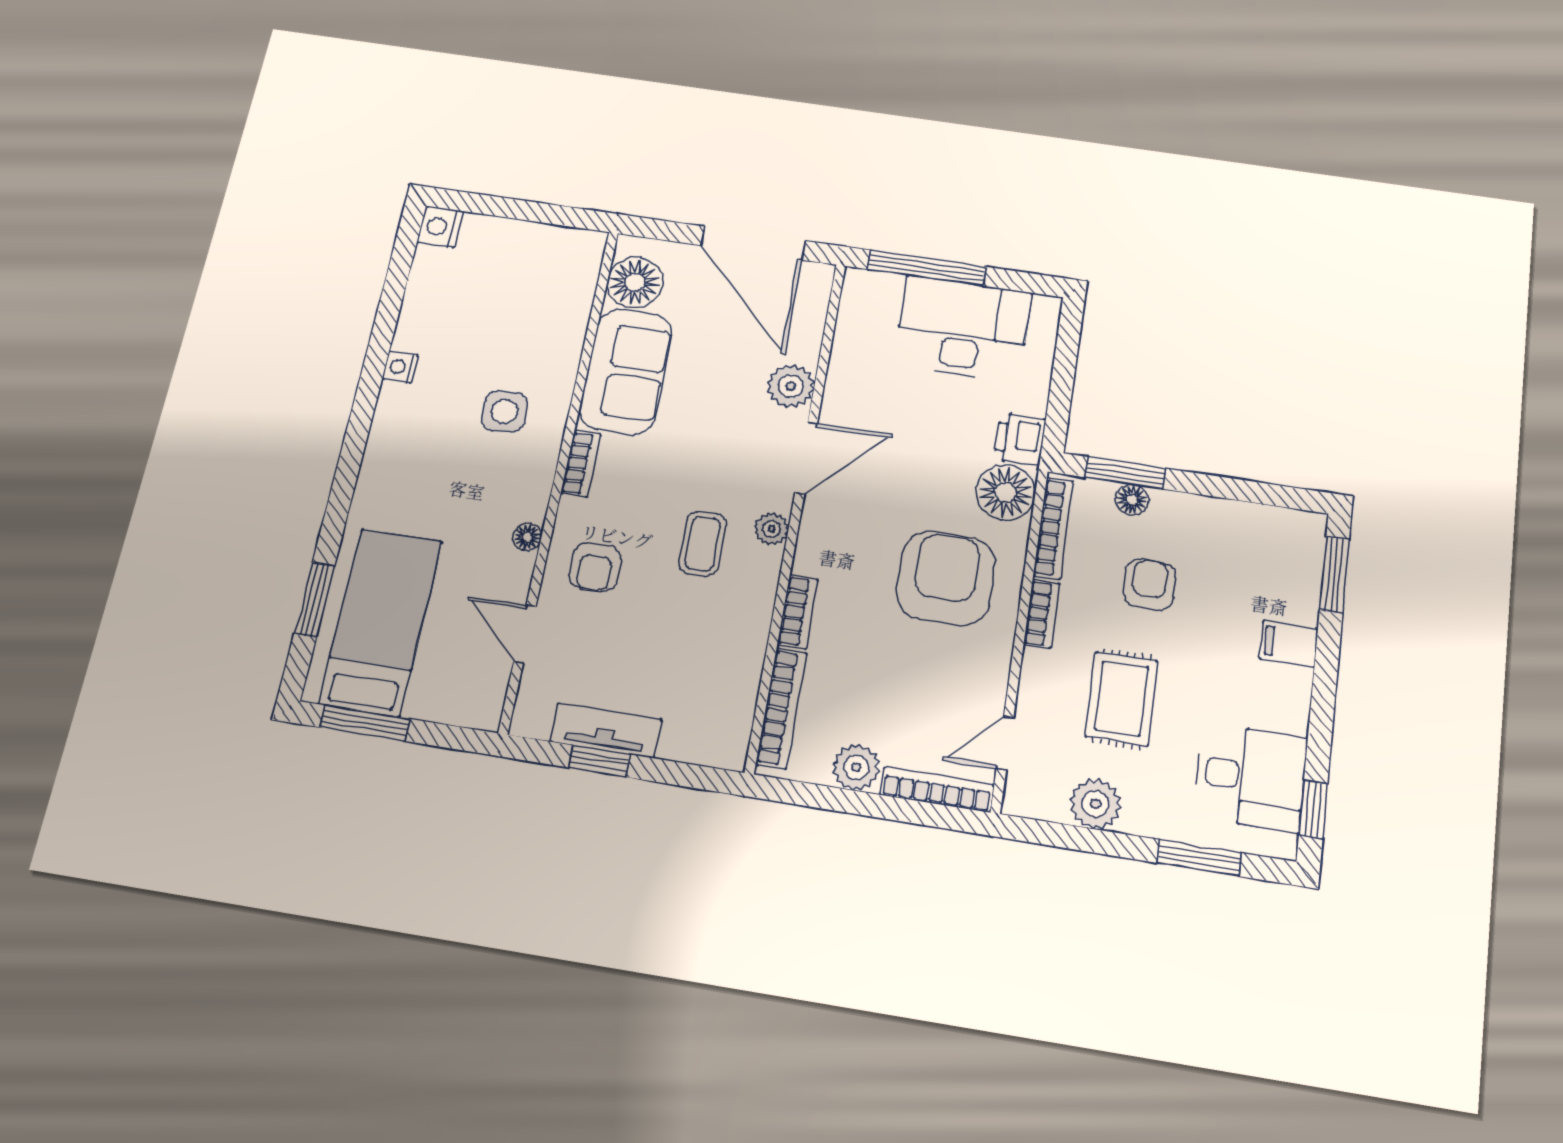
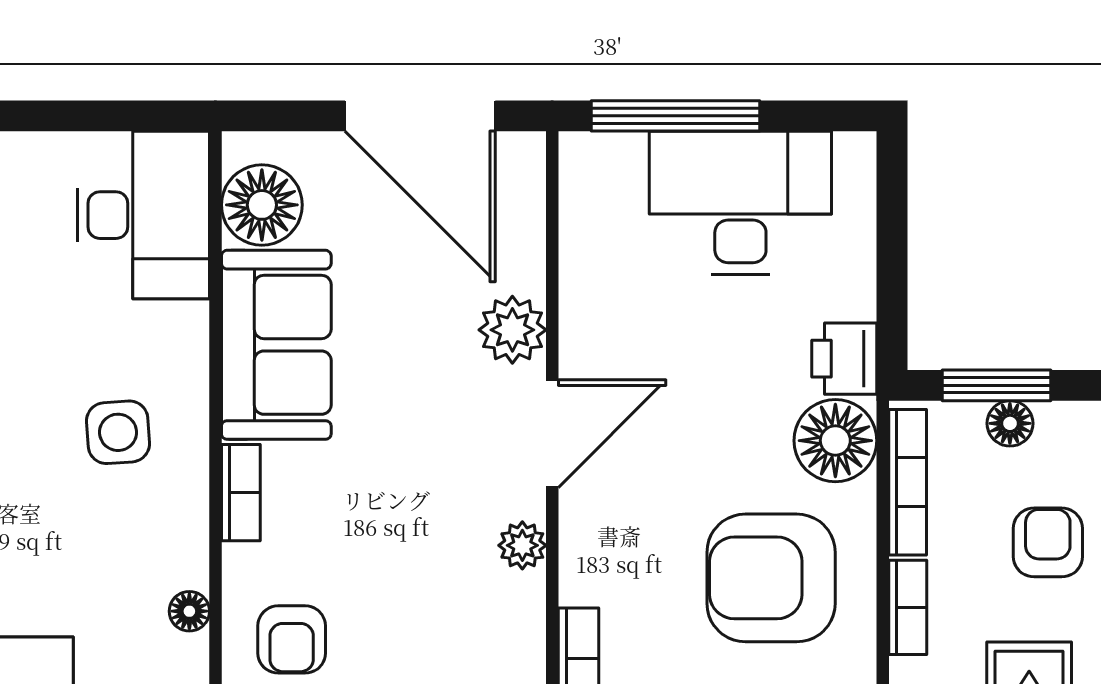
desk: (554, 277) -> (143, 215), added
coffee table: (703, 544) -> (432, 582), removed
armchair: (946, 578) -> (771, 578), turned -90

